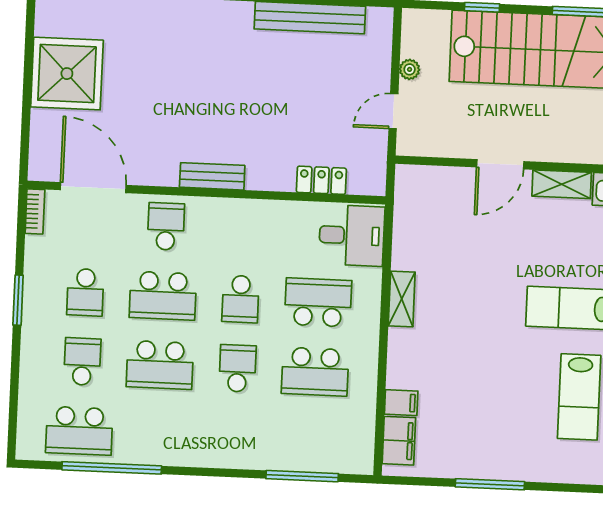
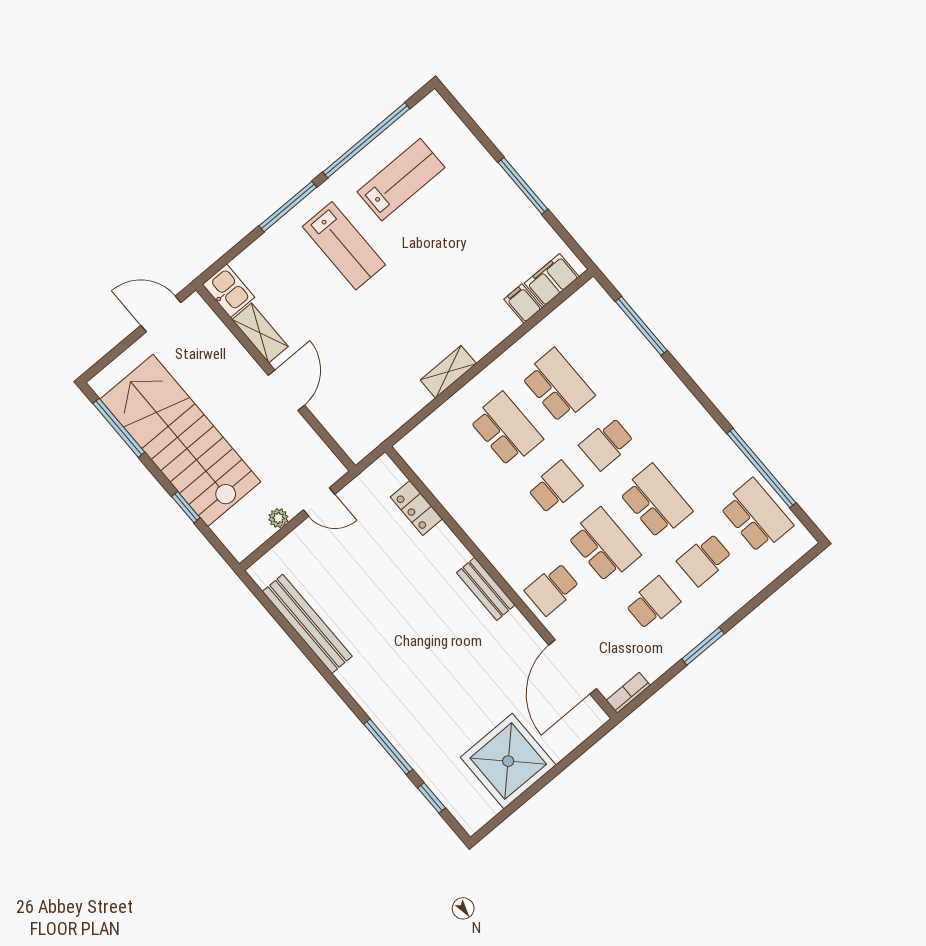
door: (500, 164) -> (286, 390), hinge flipped
desk: (352, 235) -> (436, 450), removed
school desk: (318, 302) -> (506, 429), turned 180

